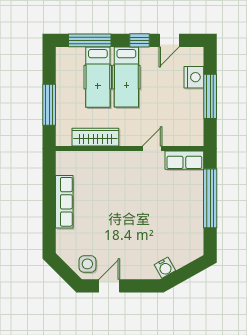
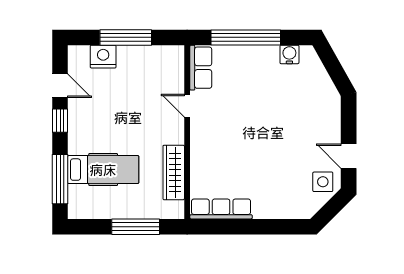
hospital bed: (126, 77) -> (103, 136), removed
row of seats: (64, 202) -> (221, 209), moved
water cooler: (165, 268) -> (289, 54), moved, turned -61

